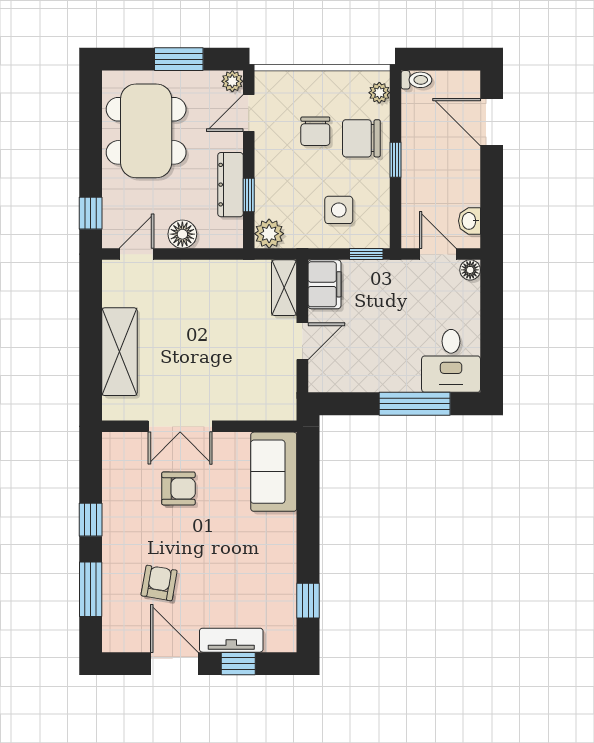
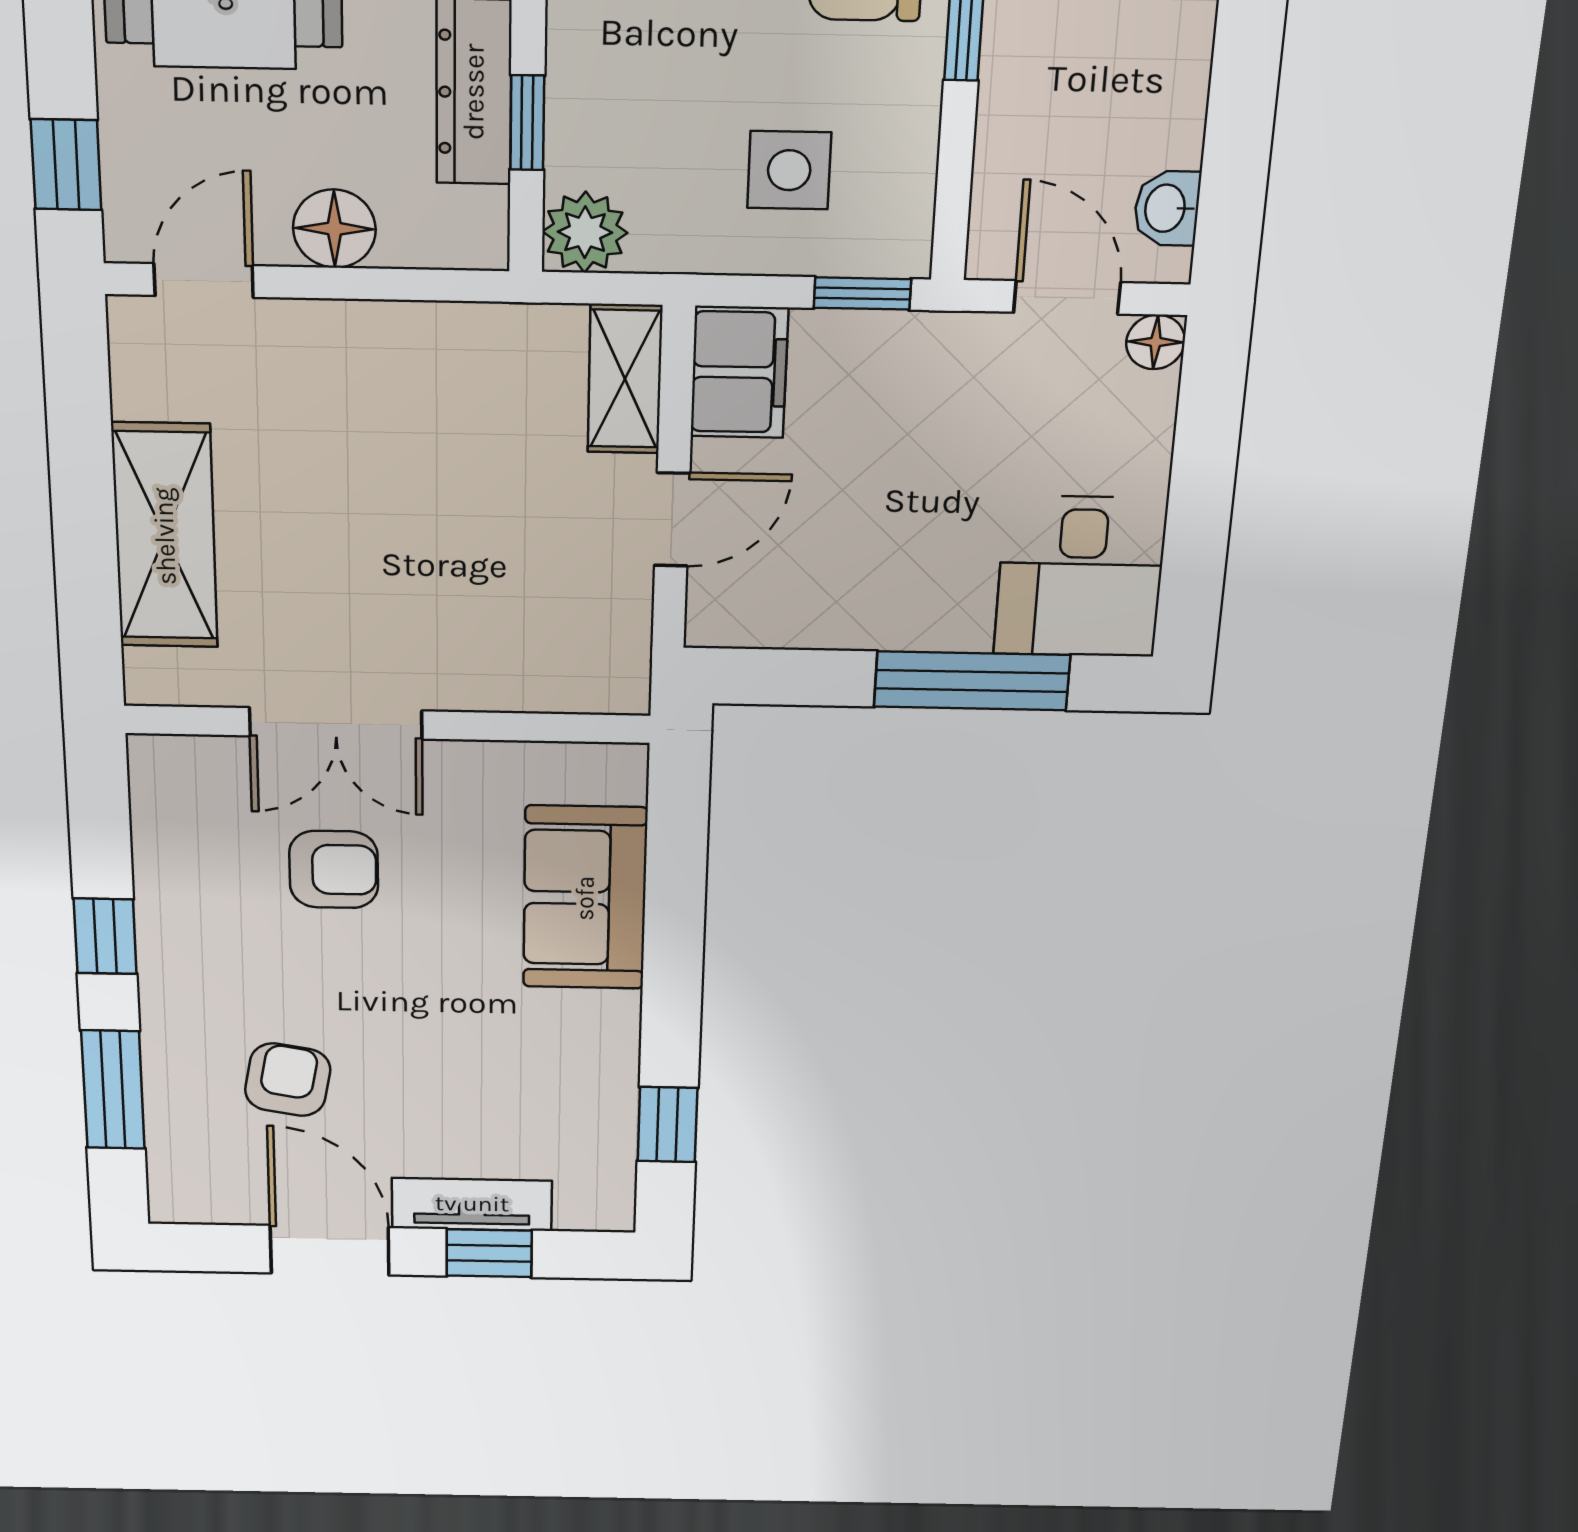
sofa: (274, 472) -> (585, 898), moved

